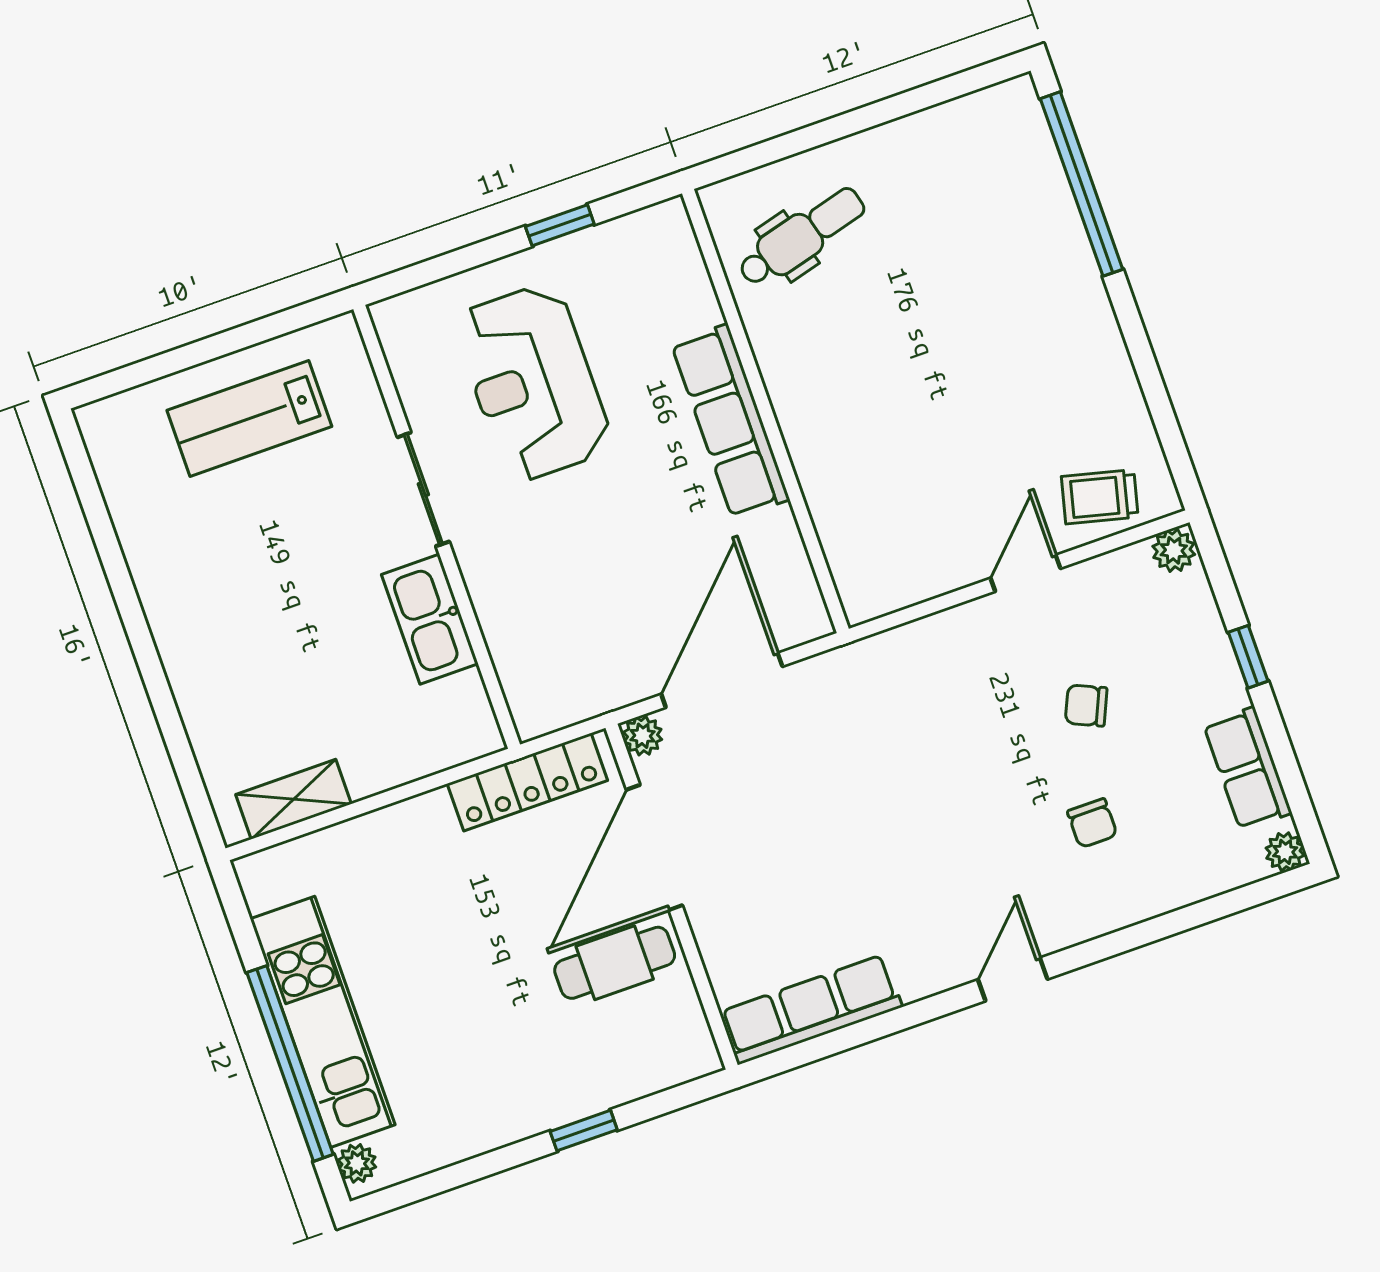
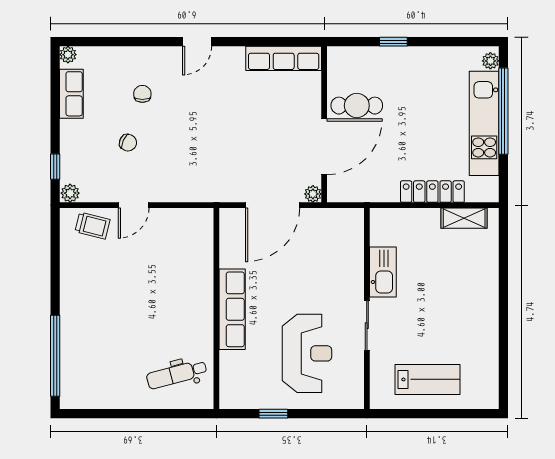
window: (1248, 657) -> (55, 167), moved
locker: (527, 782) -> (432, 192), moved

